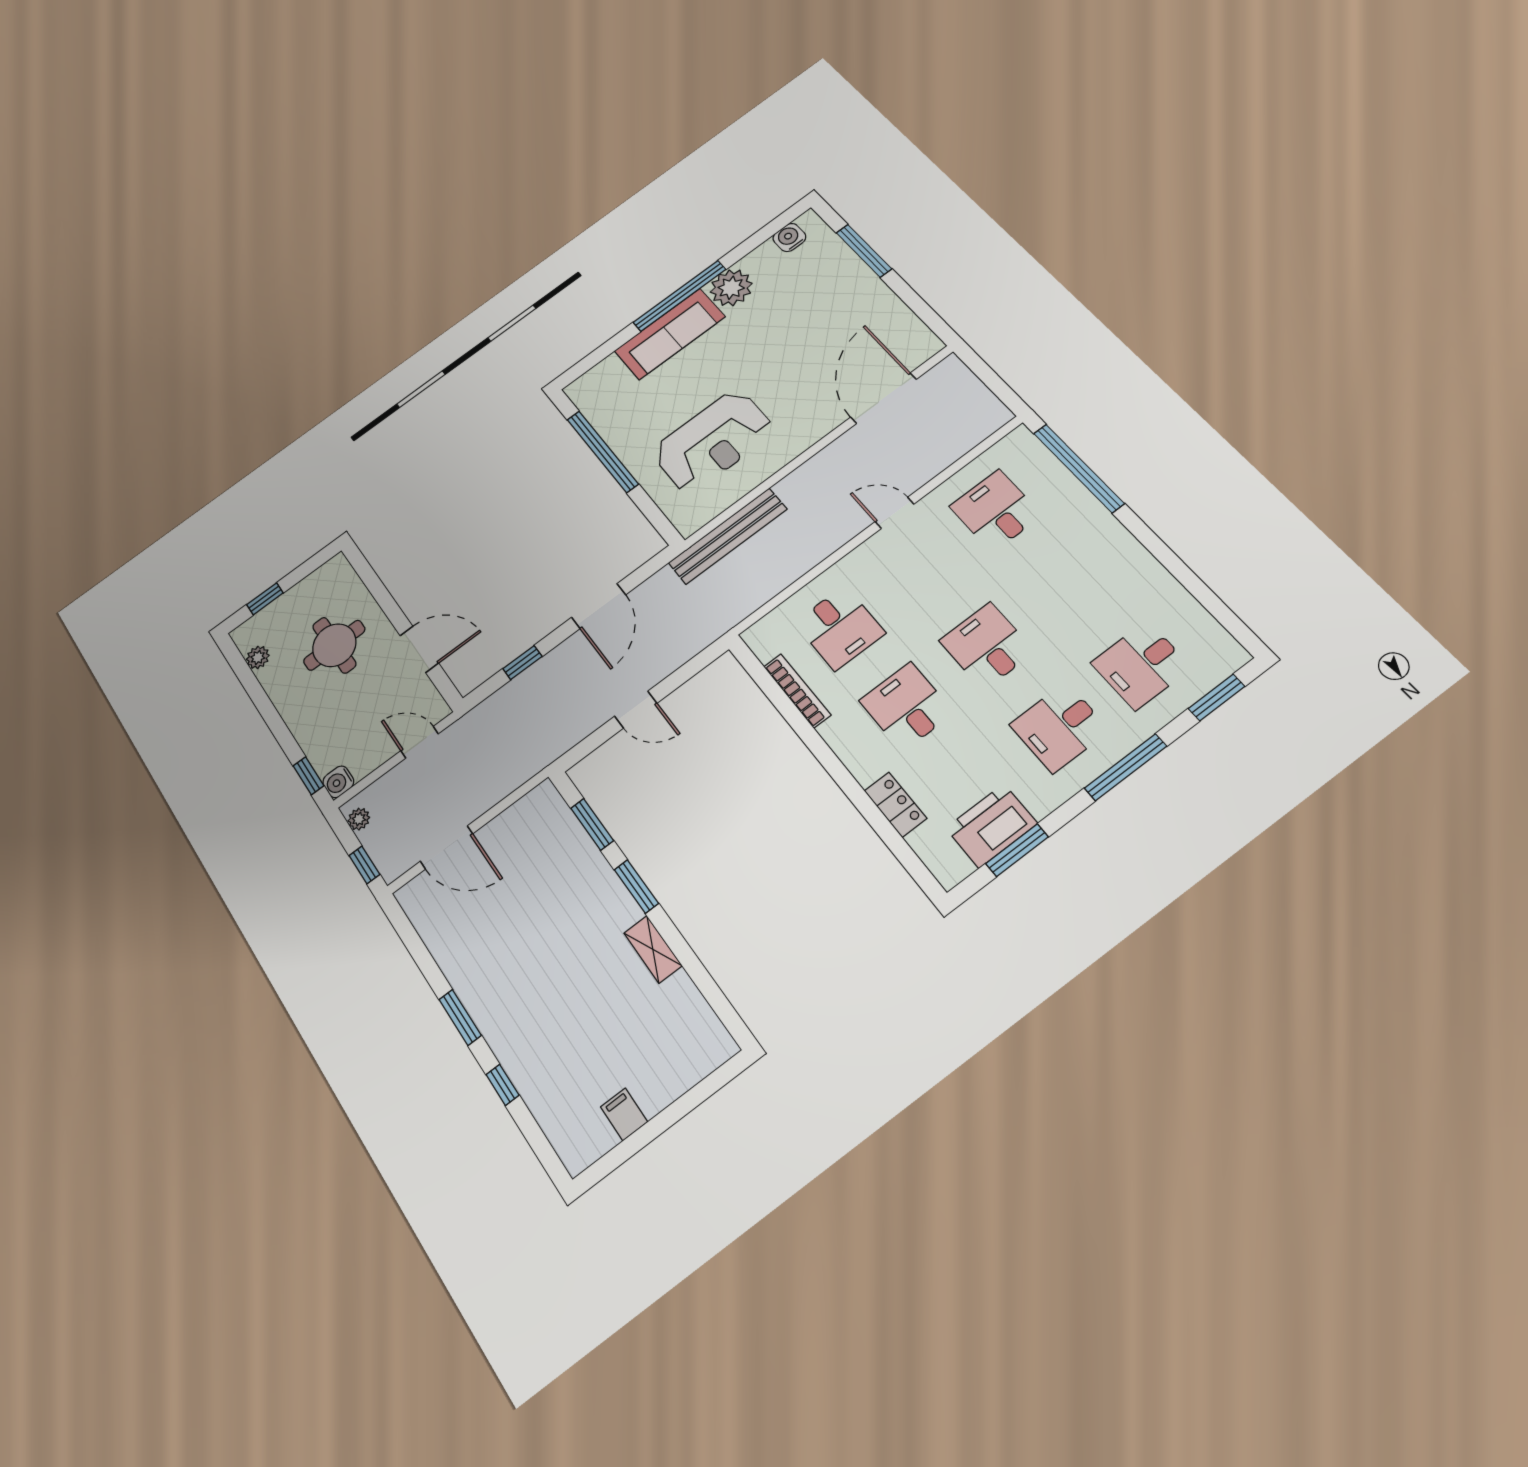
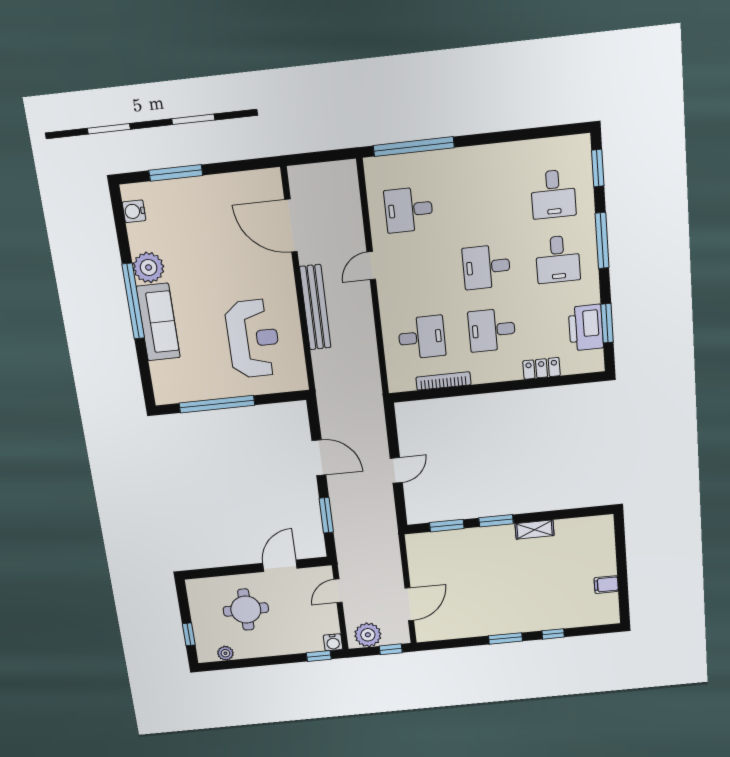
bench: (728, 536) -> (315, 307), moved
window: (522, 663) -> (326, 515), width x1.50
plant: (359, 819) -> (368, 635), width x1.88, depth x1.88

